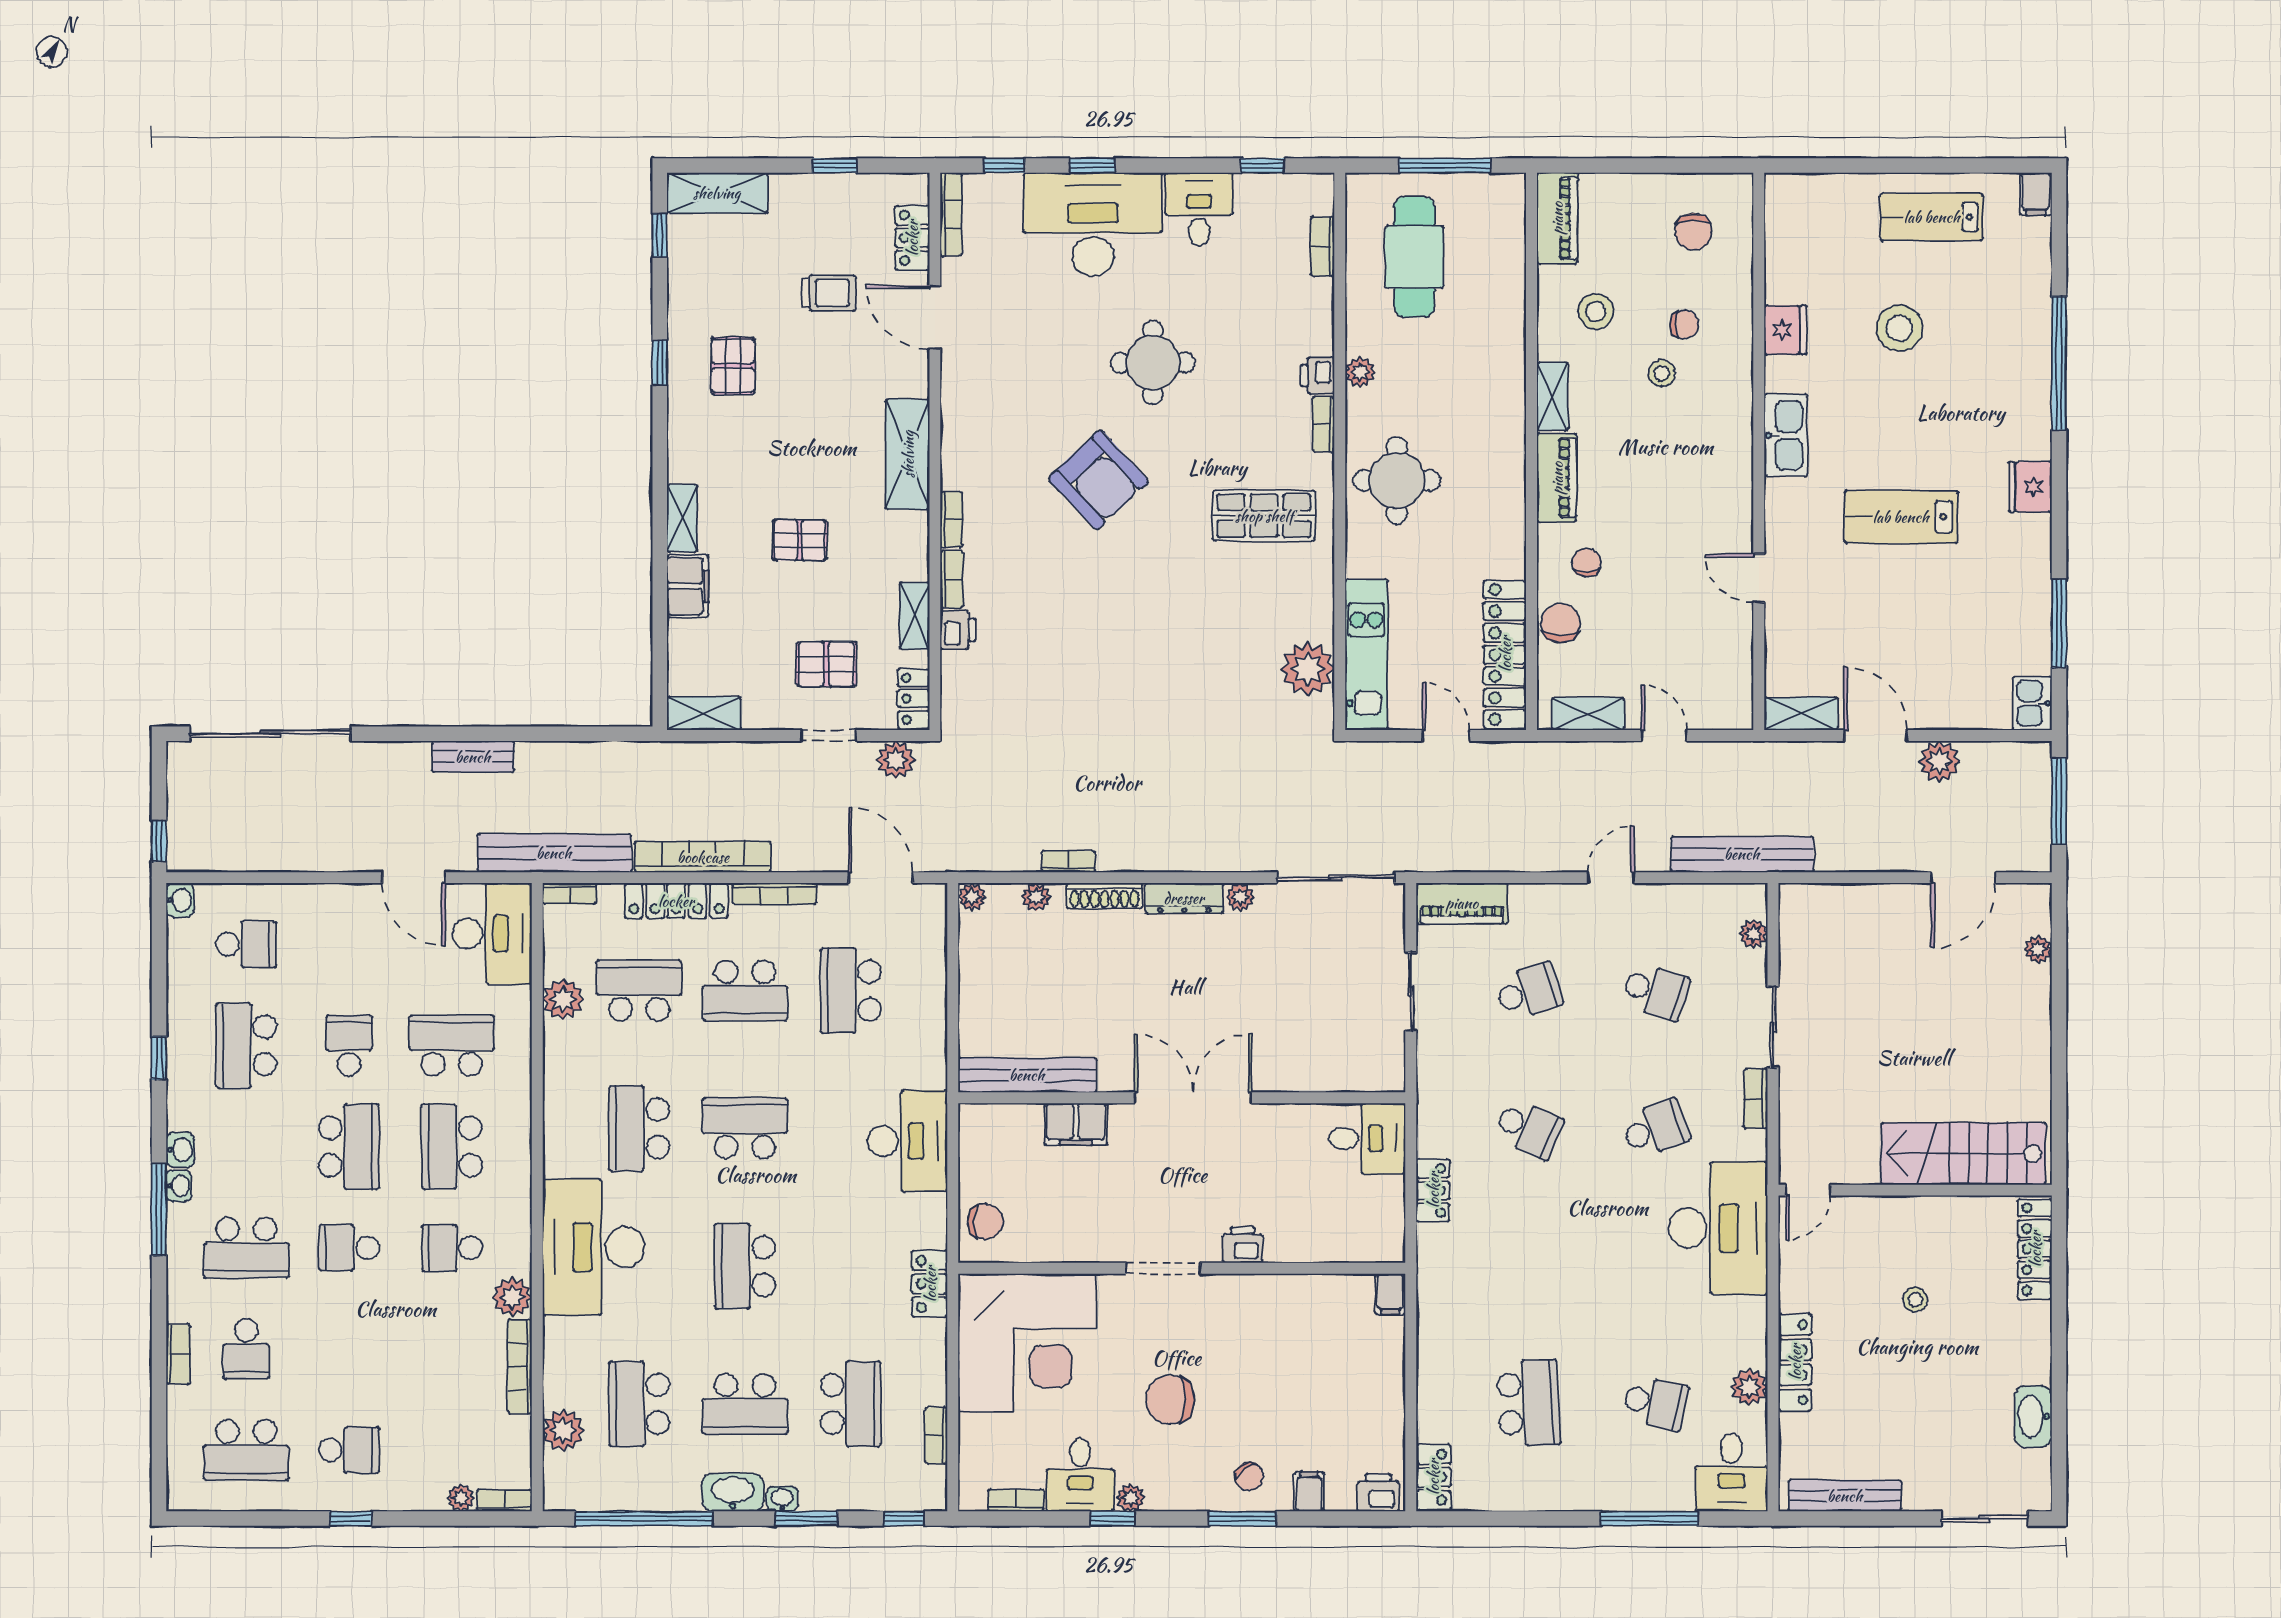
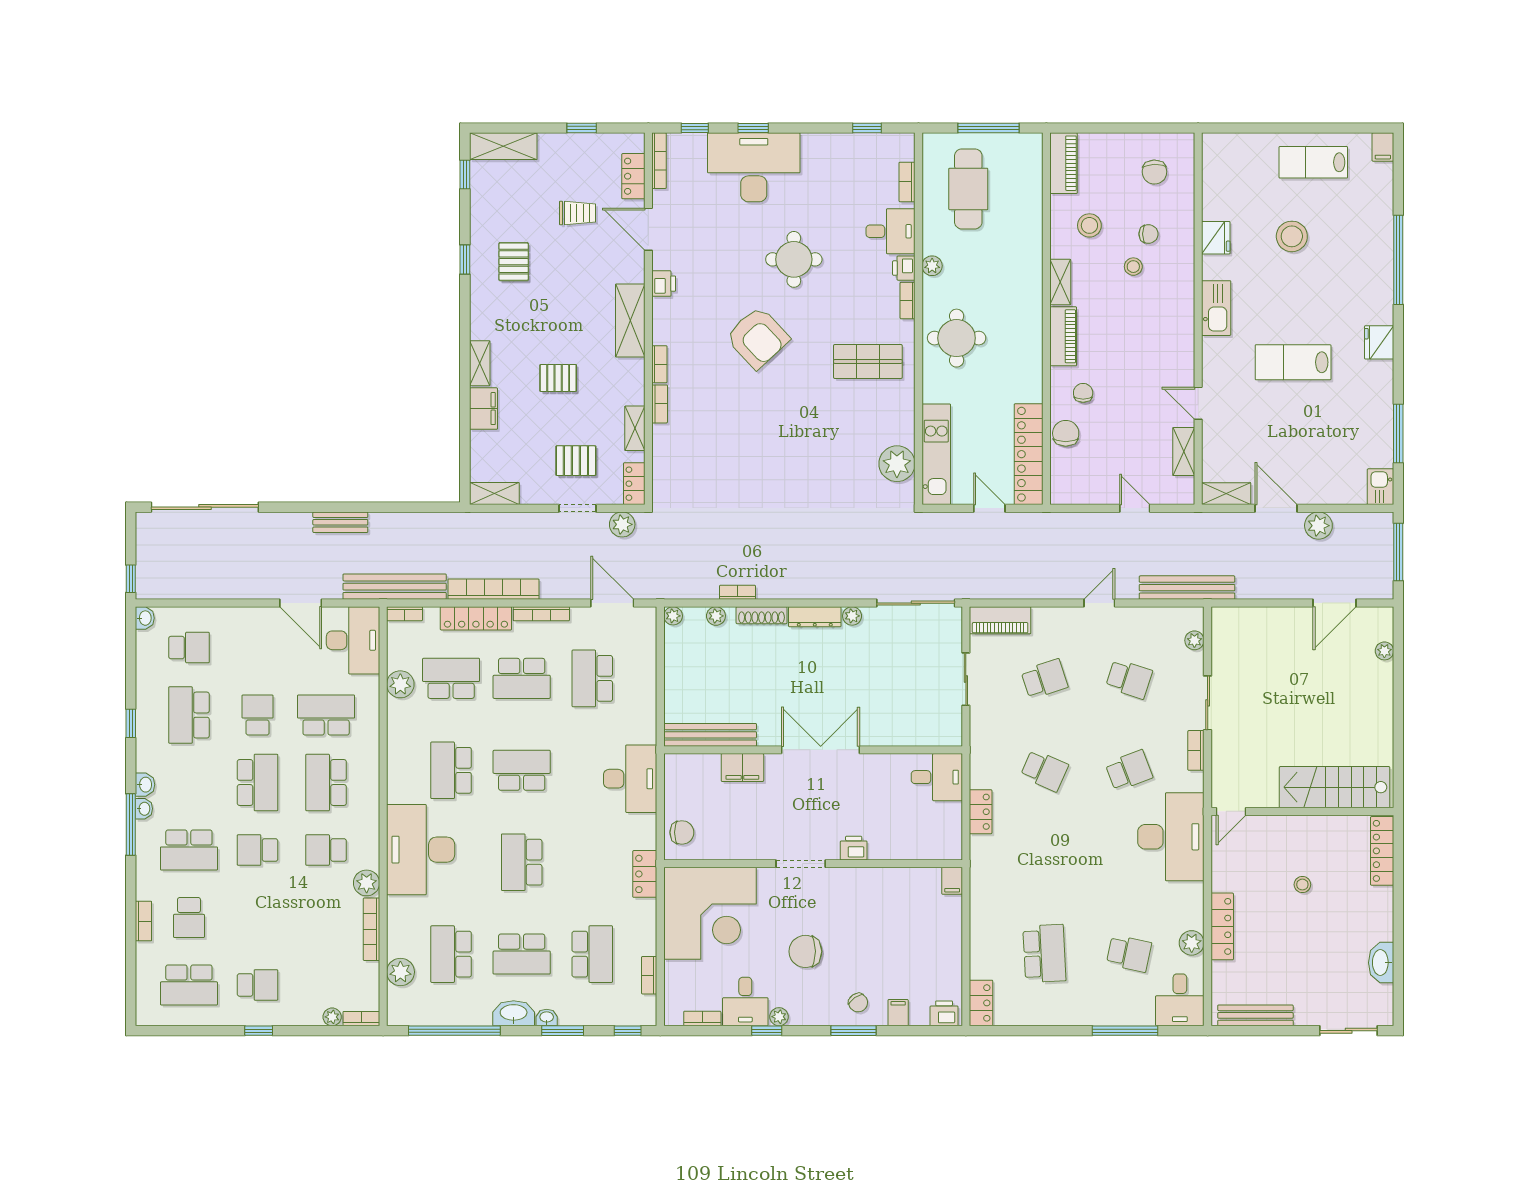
desk: (1199, 209) -> (891, 231), moved, turned 90
printer: (958, 630) -> (664, 284), moved
shelving: (1588, 714) -> (1184, 452), moved, turned 90

